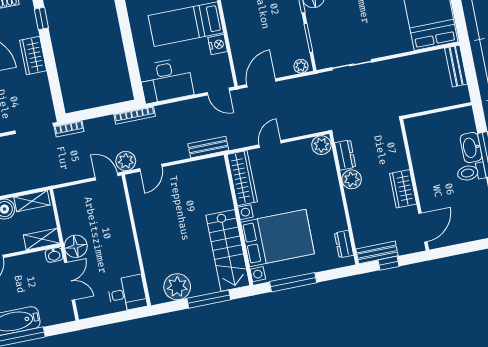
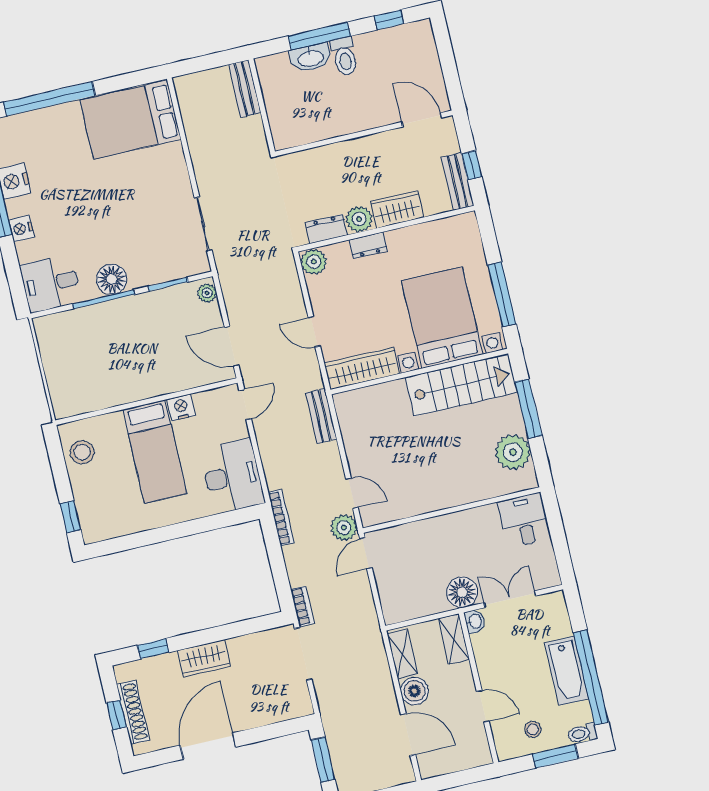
bench: (456, 66) -> (245, 88), moved, turned 90
wardrobe: (403, 189) -> (397, 209), moved, turned 180
dresser: (344, 244) -> (368, 245), moved

